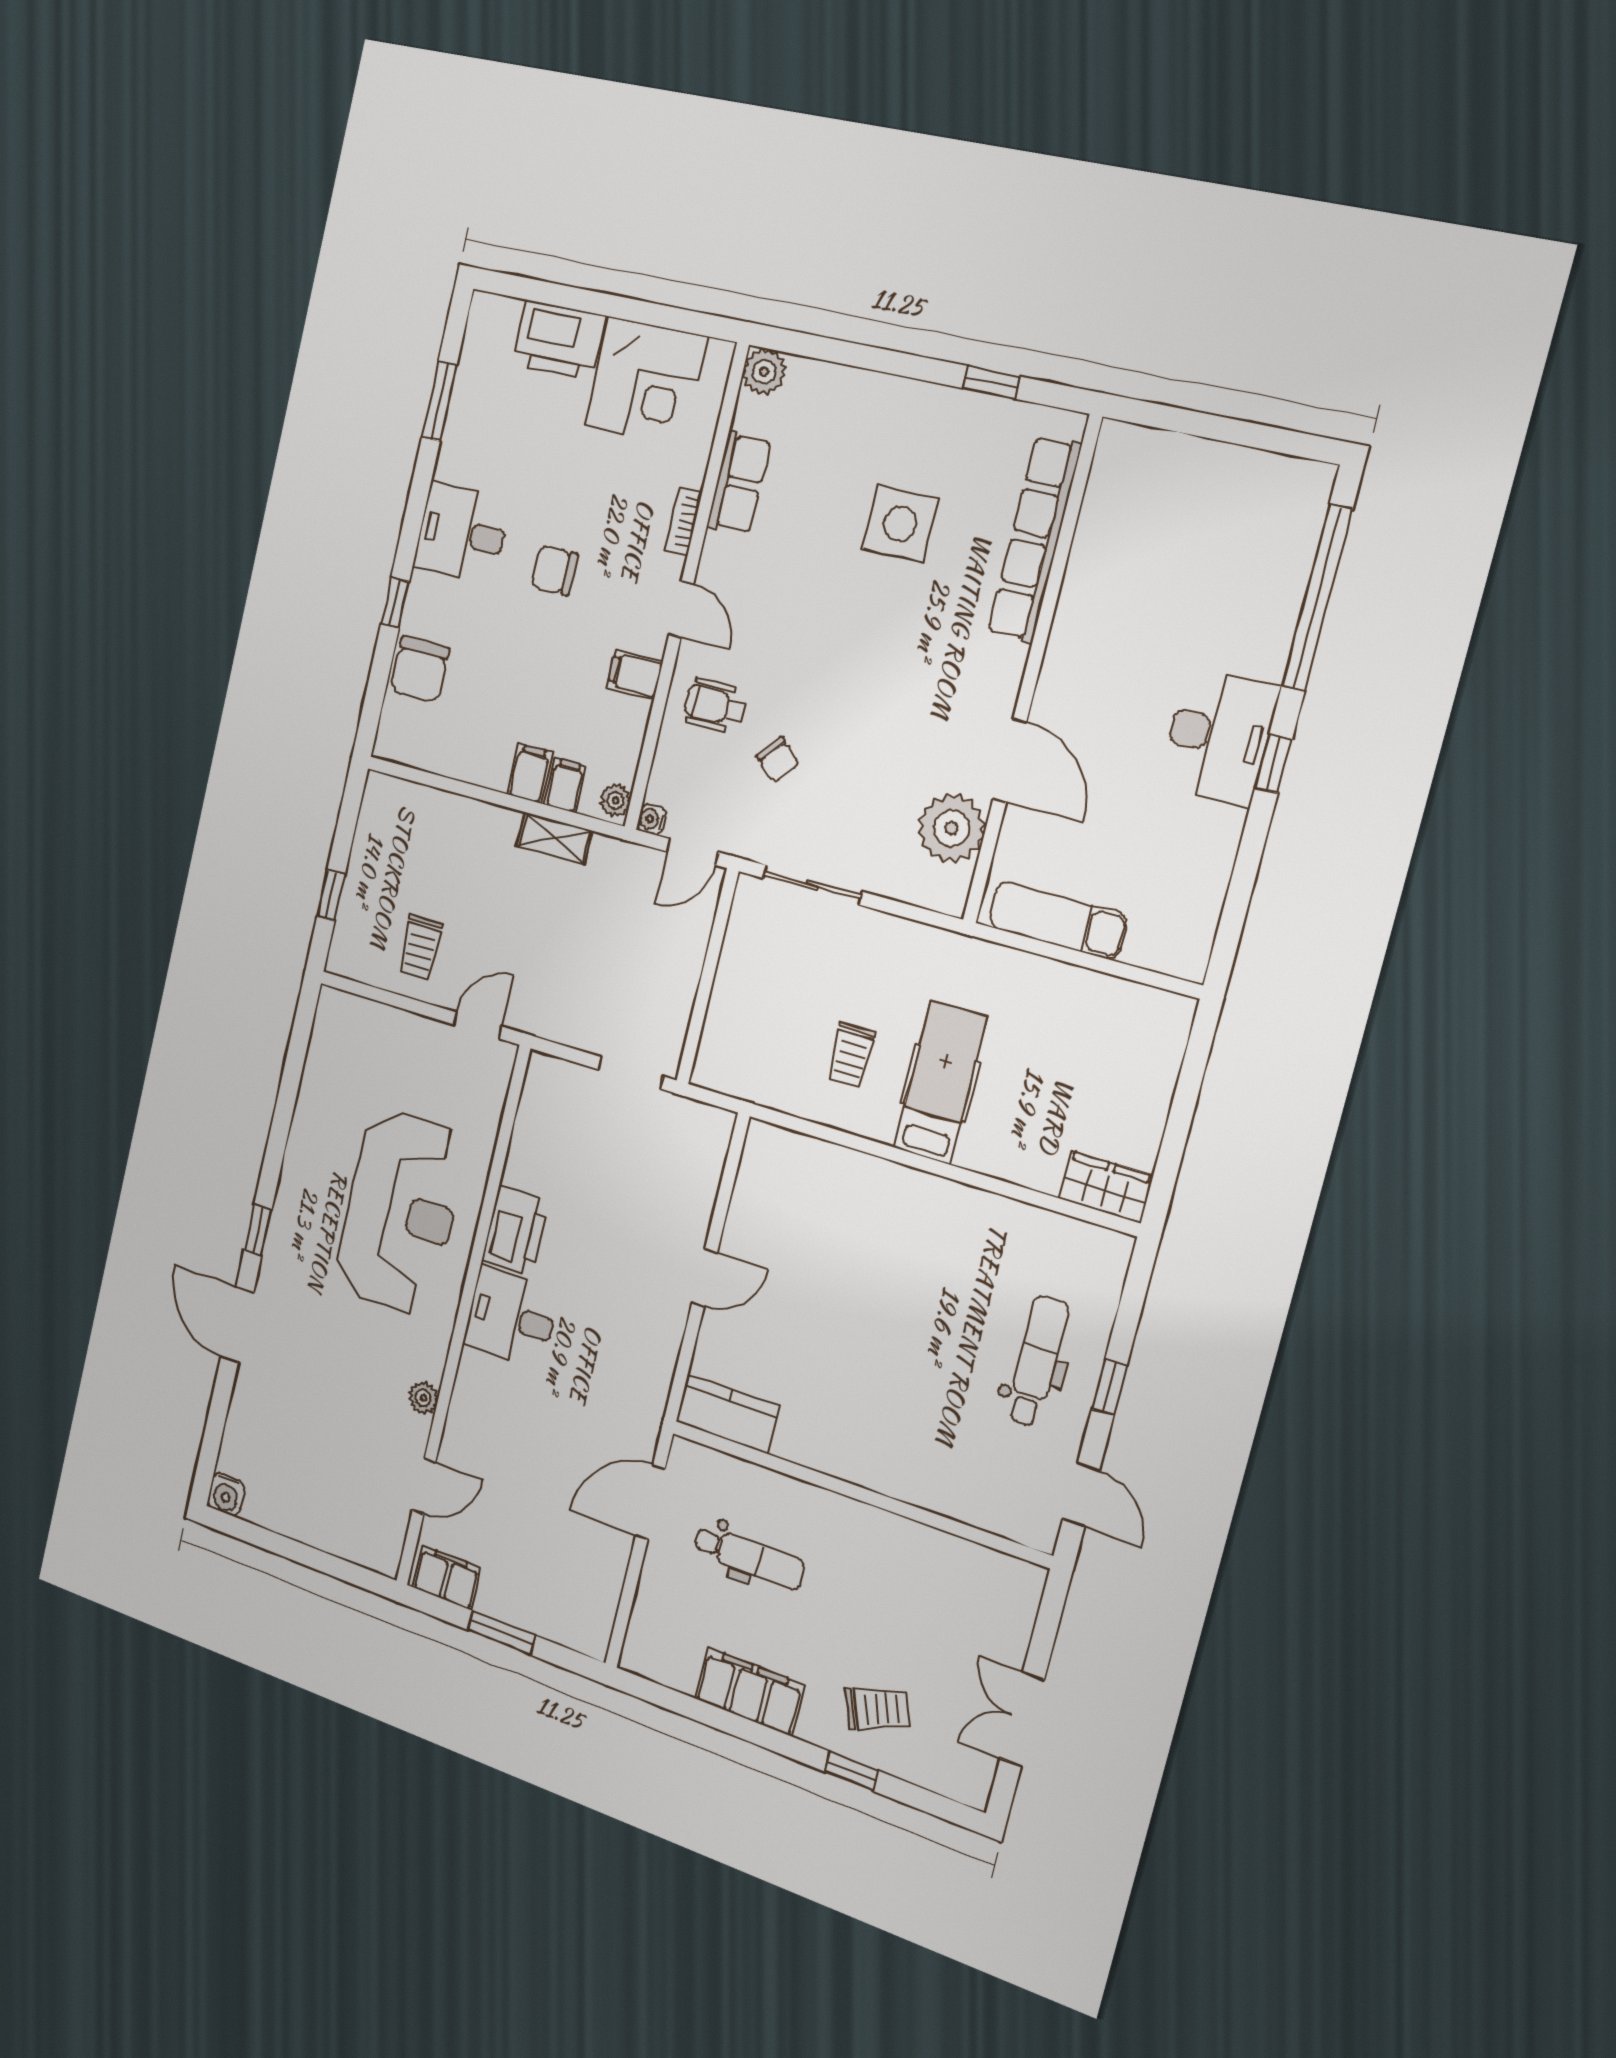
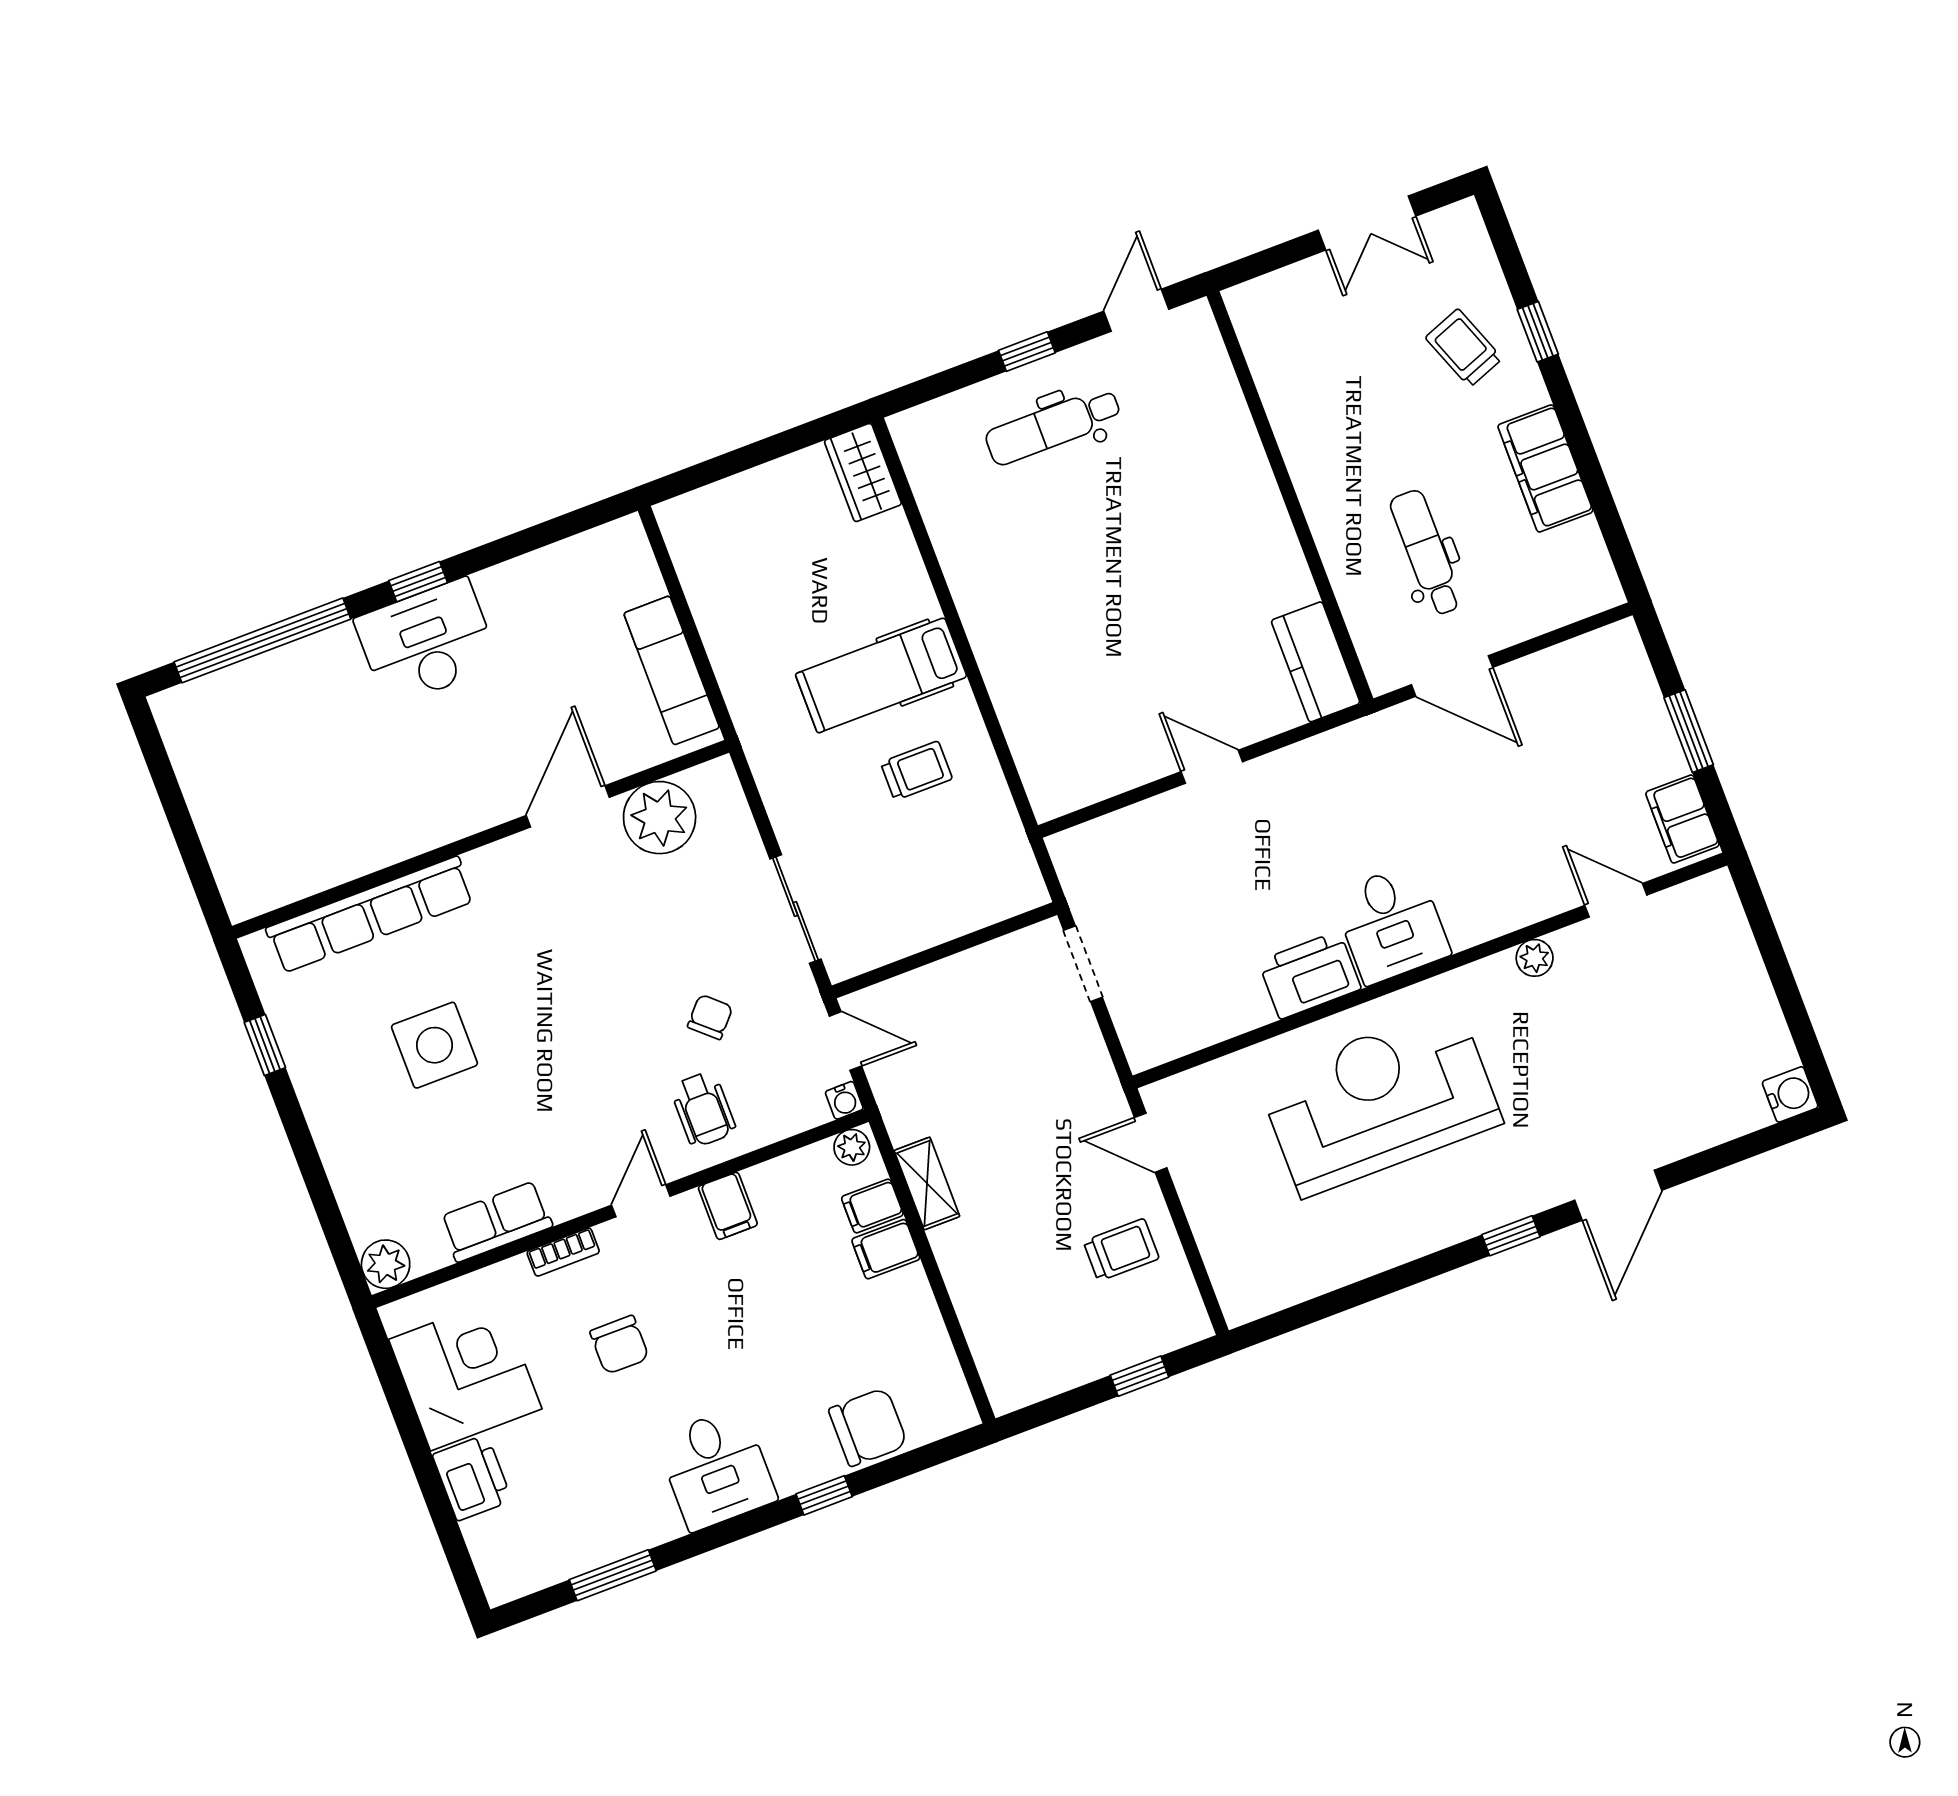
printer: (559, 340) -> (472, 1478), width x0.73, depth x0.84
chair: (555, 570) -> (619, 1345), moved

